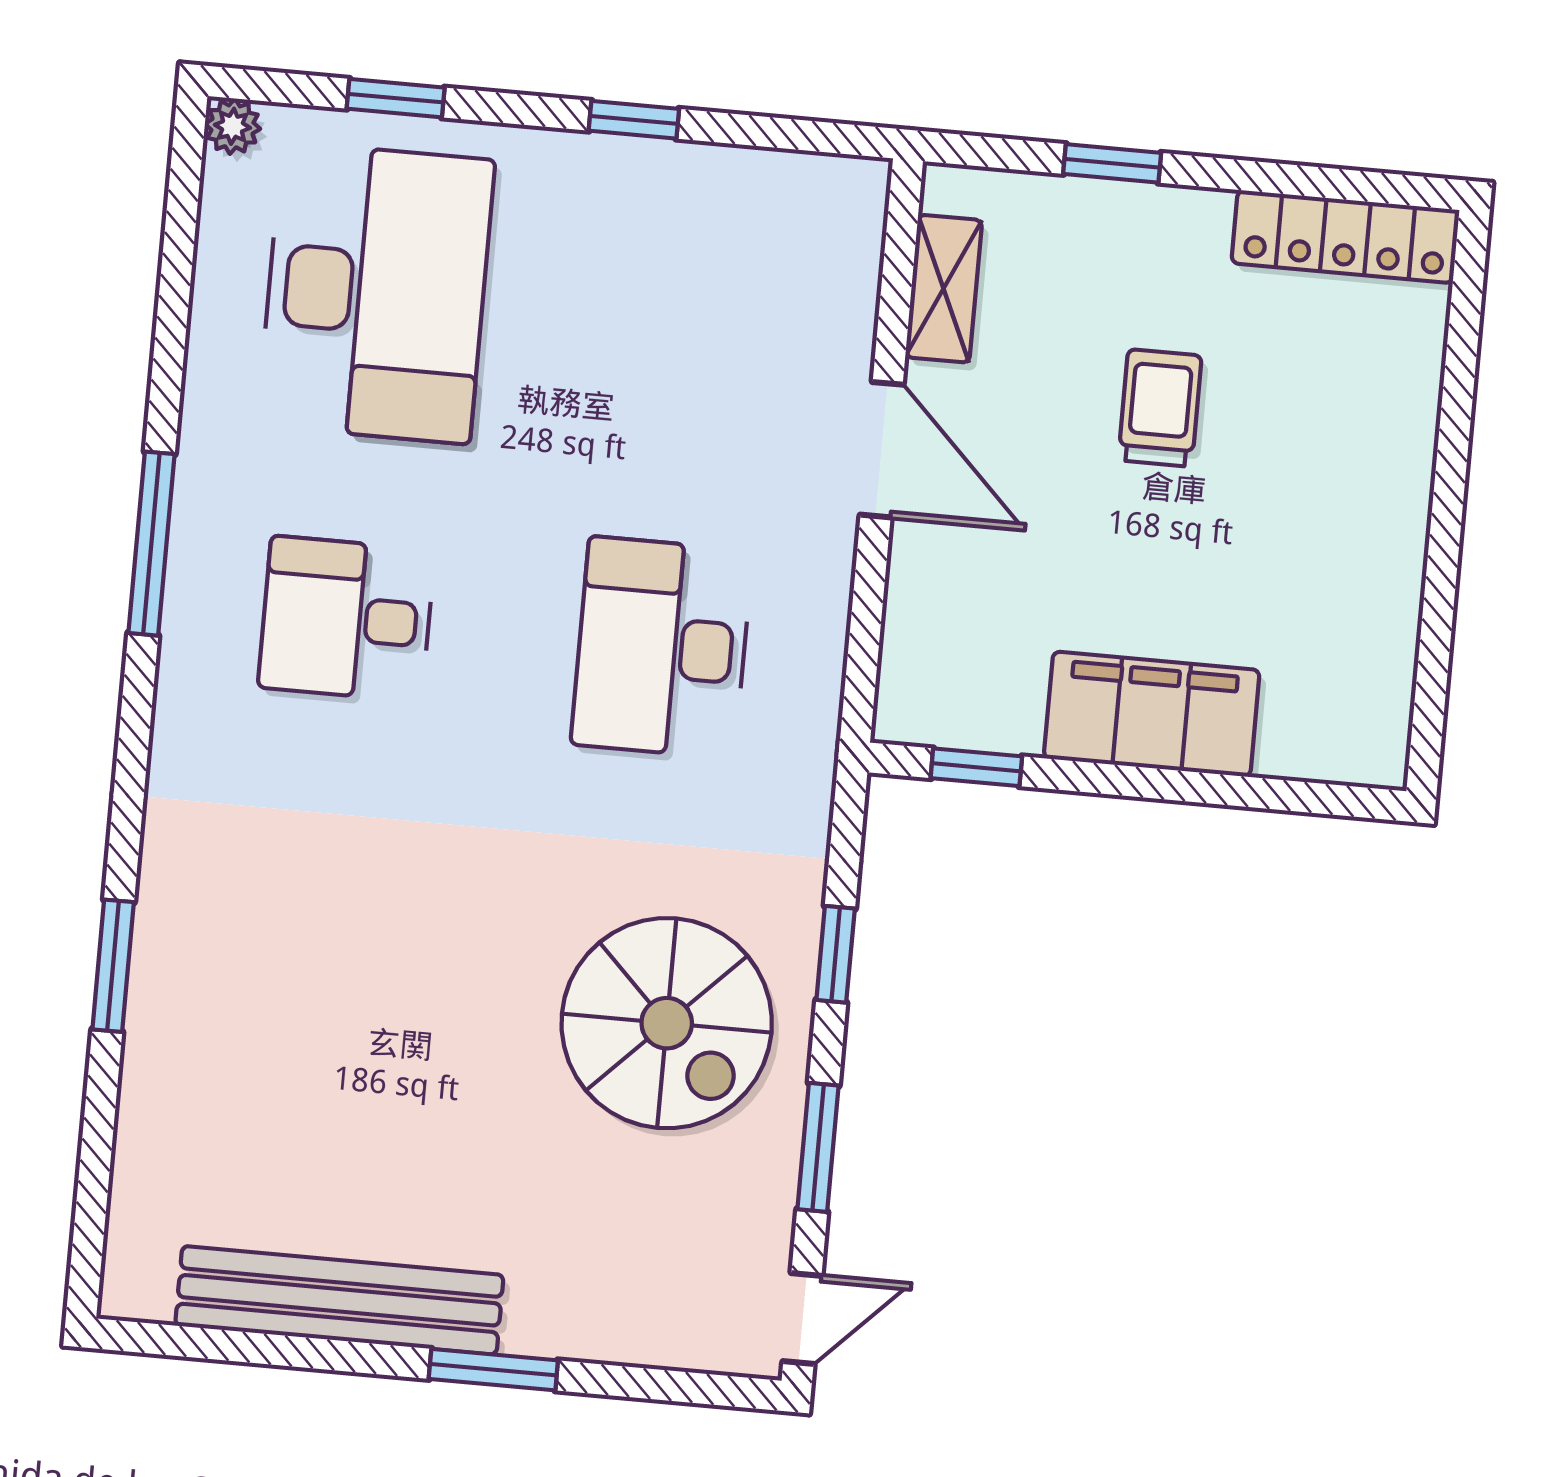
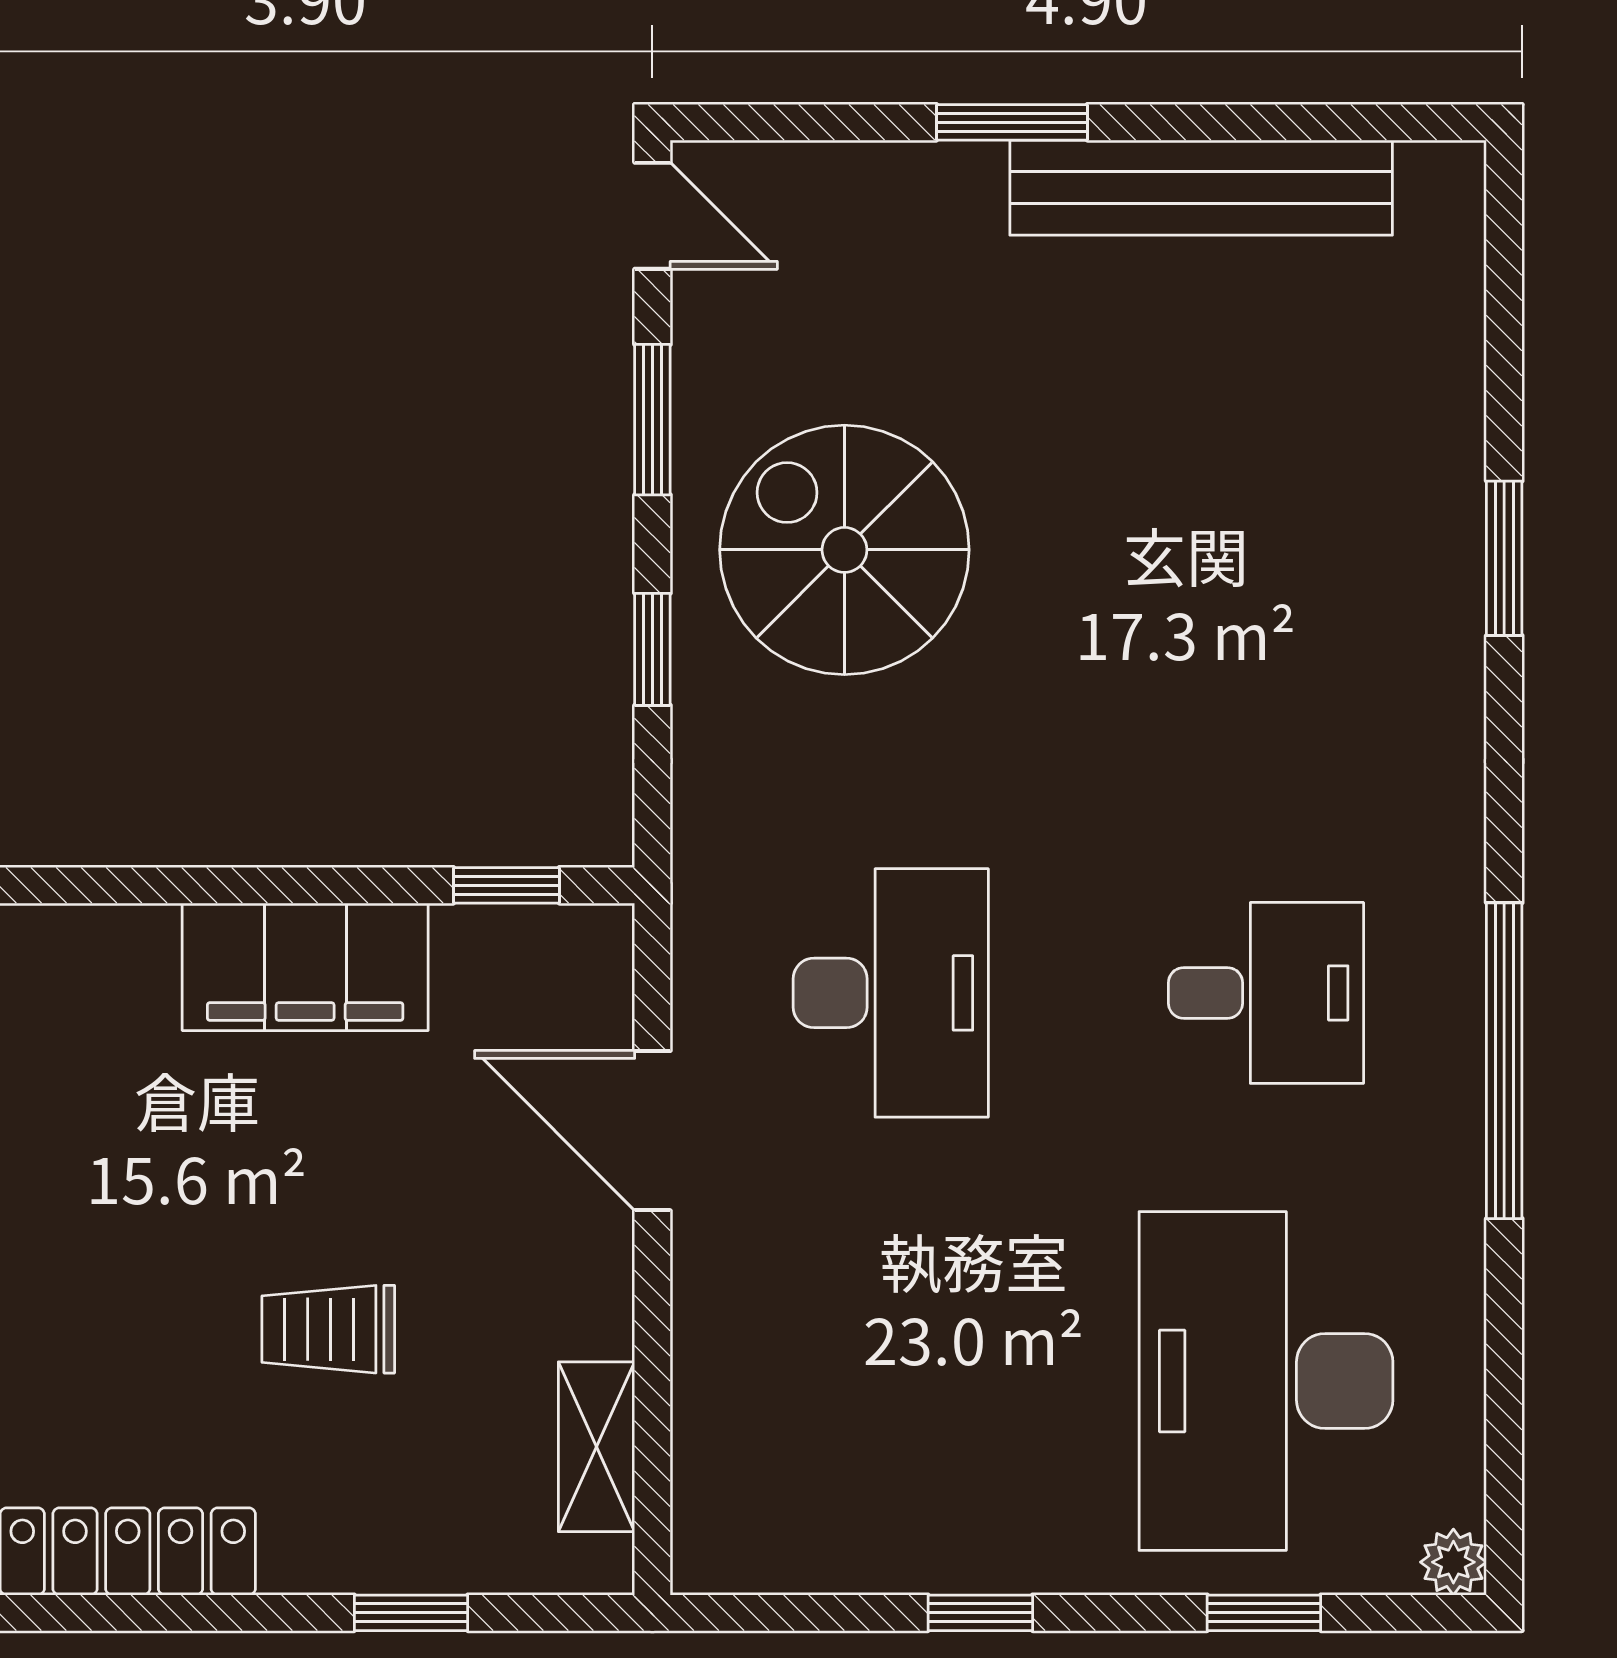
trolley: (1160, 408) -> (328, 1329), turned 90
door: (882, 450) -> (652, 1131), moved
window: (151, 544) -> (1504, 1061), width x1.46
door: (802, 1319) -> (652, 216), swing flipped

